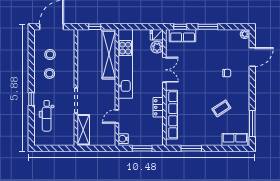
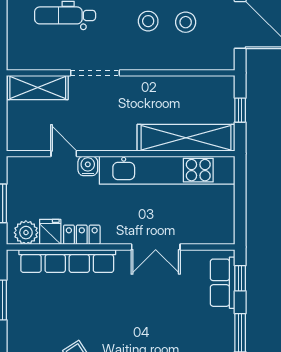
fridge: (157, 35) -> (50, 232), moved
plant: (157, 47) -> (26, 233), moved
water cooler: (123, 139) -> (88, 166), moved

